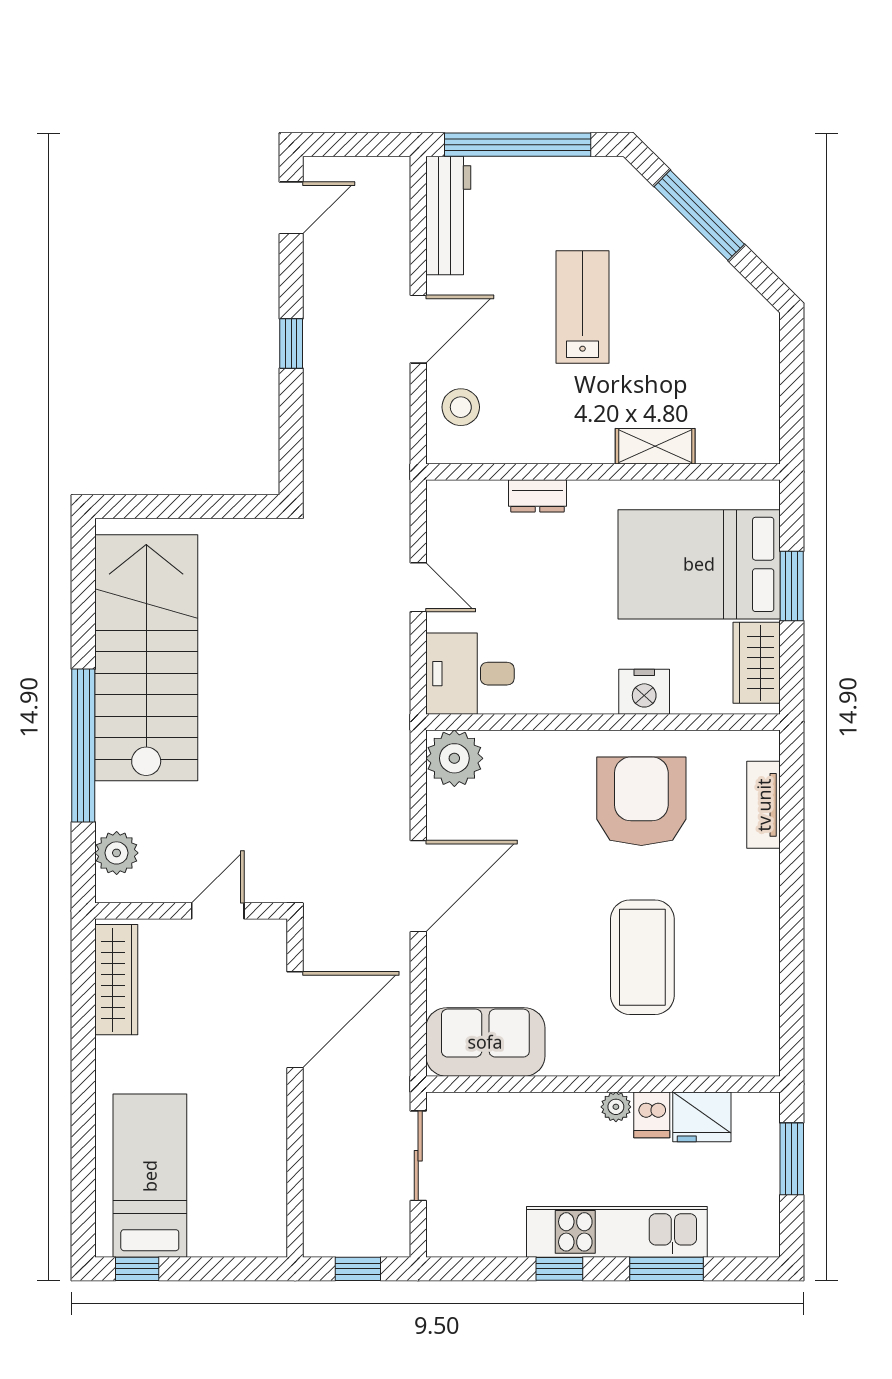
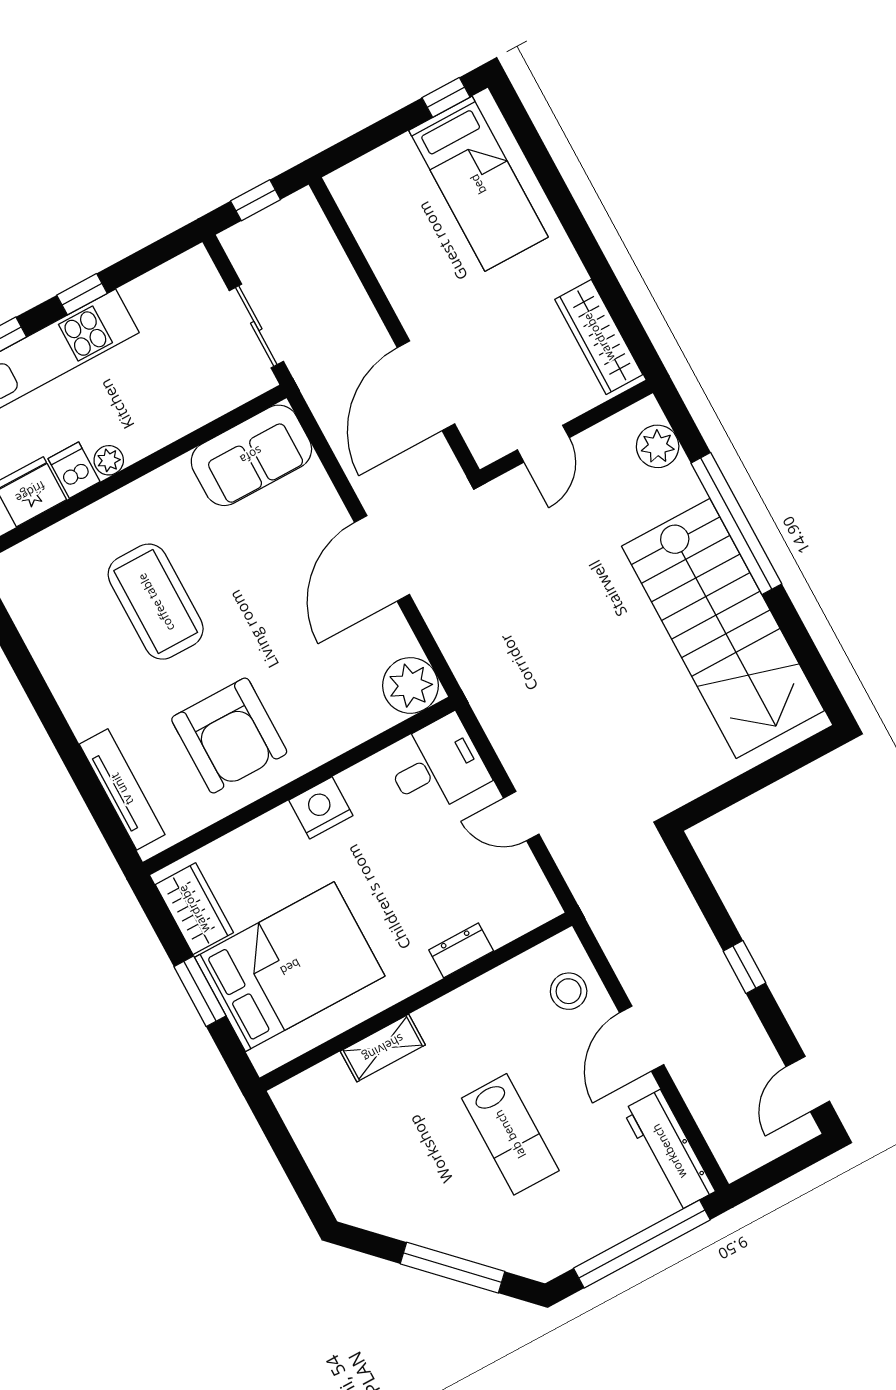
nightstand: (644, 692) -> (321, 808), moved
tv unit: (764, 805) -> (122, 789), width x1.41

